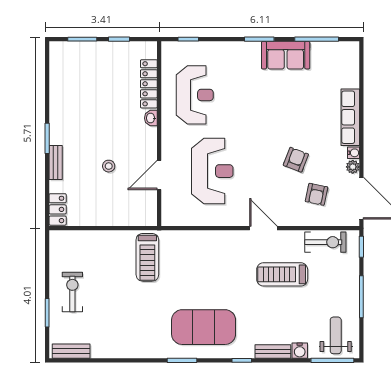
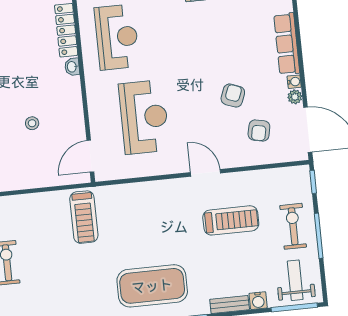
door: (159, 175) -> (90, 156), moved
exercise bike: (325, 242) -> (293, 226), moved, turned -90
treadmill: (282, 274) -> (231, 220), turned 180

